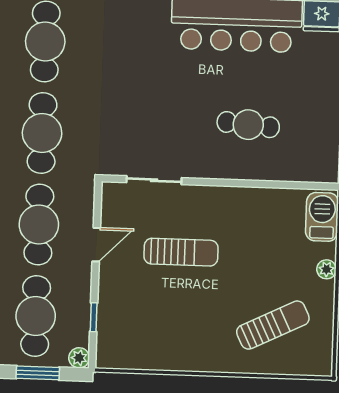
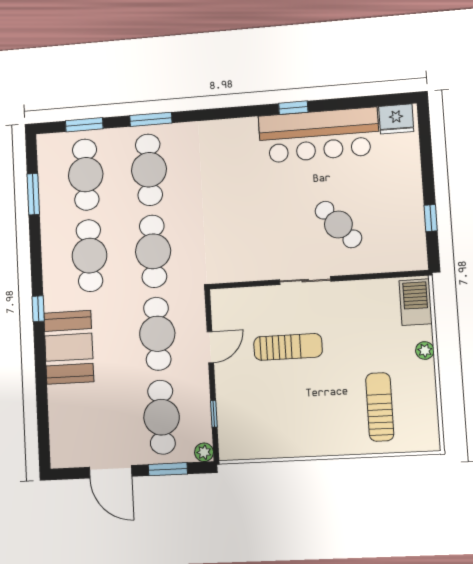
cafe table: (248, 125) -> (338, 224), turned 45
sliding door: (154, 180) -> (305, 281), moved
sun lounger: (273, 325) -> (380, 407), turned -64

